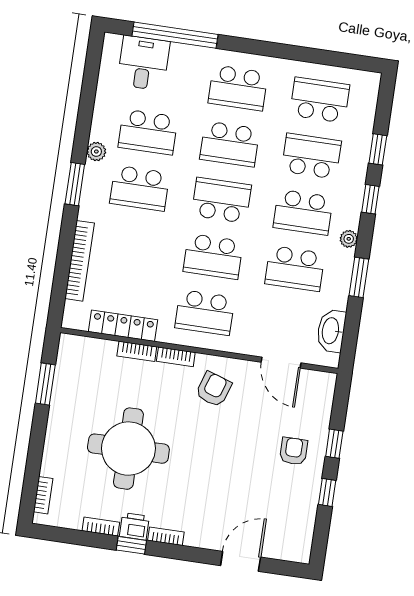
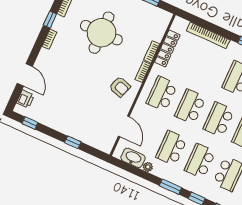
school desk: (221, 200) -> (219, 120), turned 180
plant: (349, 239) -> (148, 167), moved
window: (359, 277) -> (170, 187), moved
door: (281, 363) -> (124, 126), swing flipped
armchair: (294, 451) -> (75, 120), removed
window: (327, 492) -> (30, 123), moved
printer: (134, 526) -> (25, 99), moved

